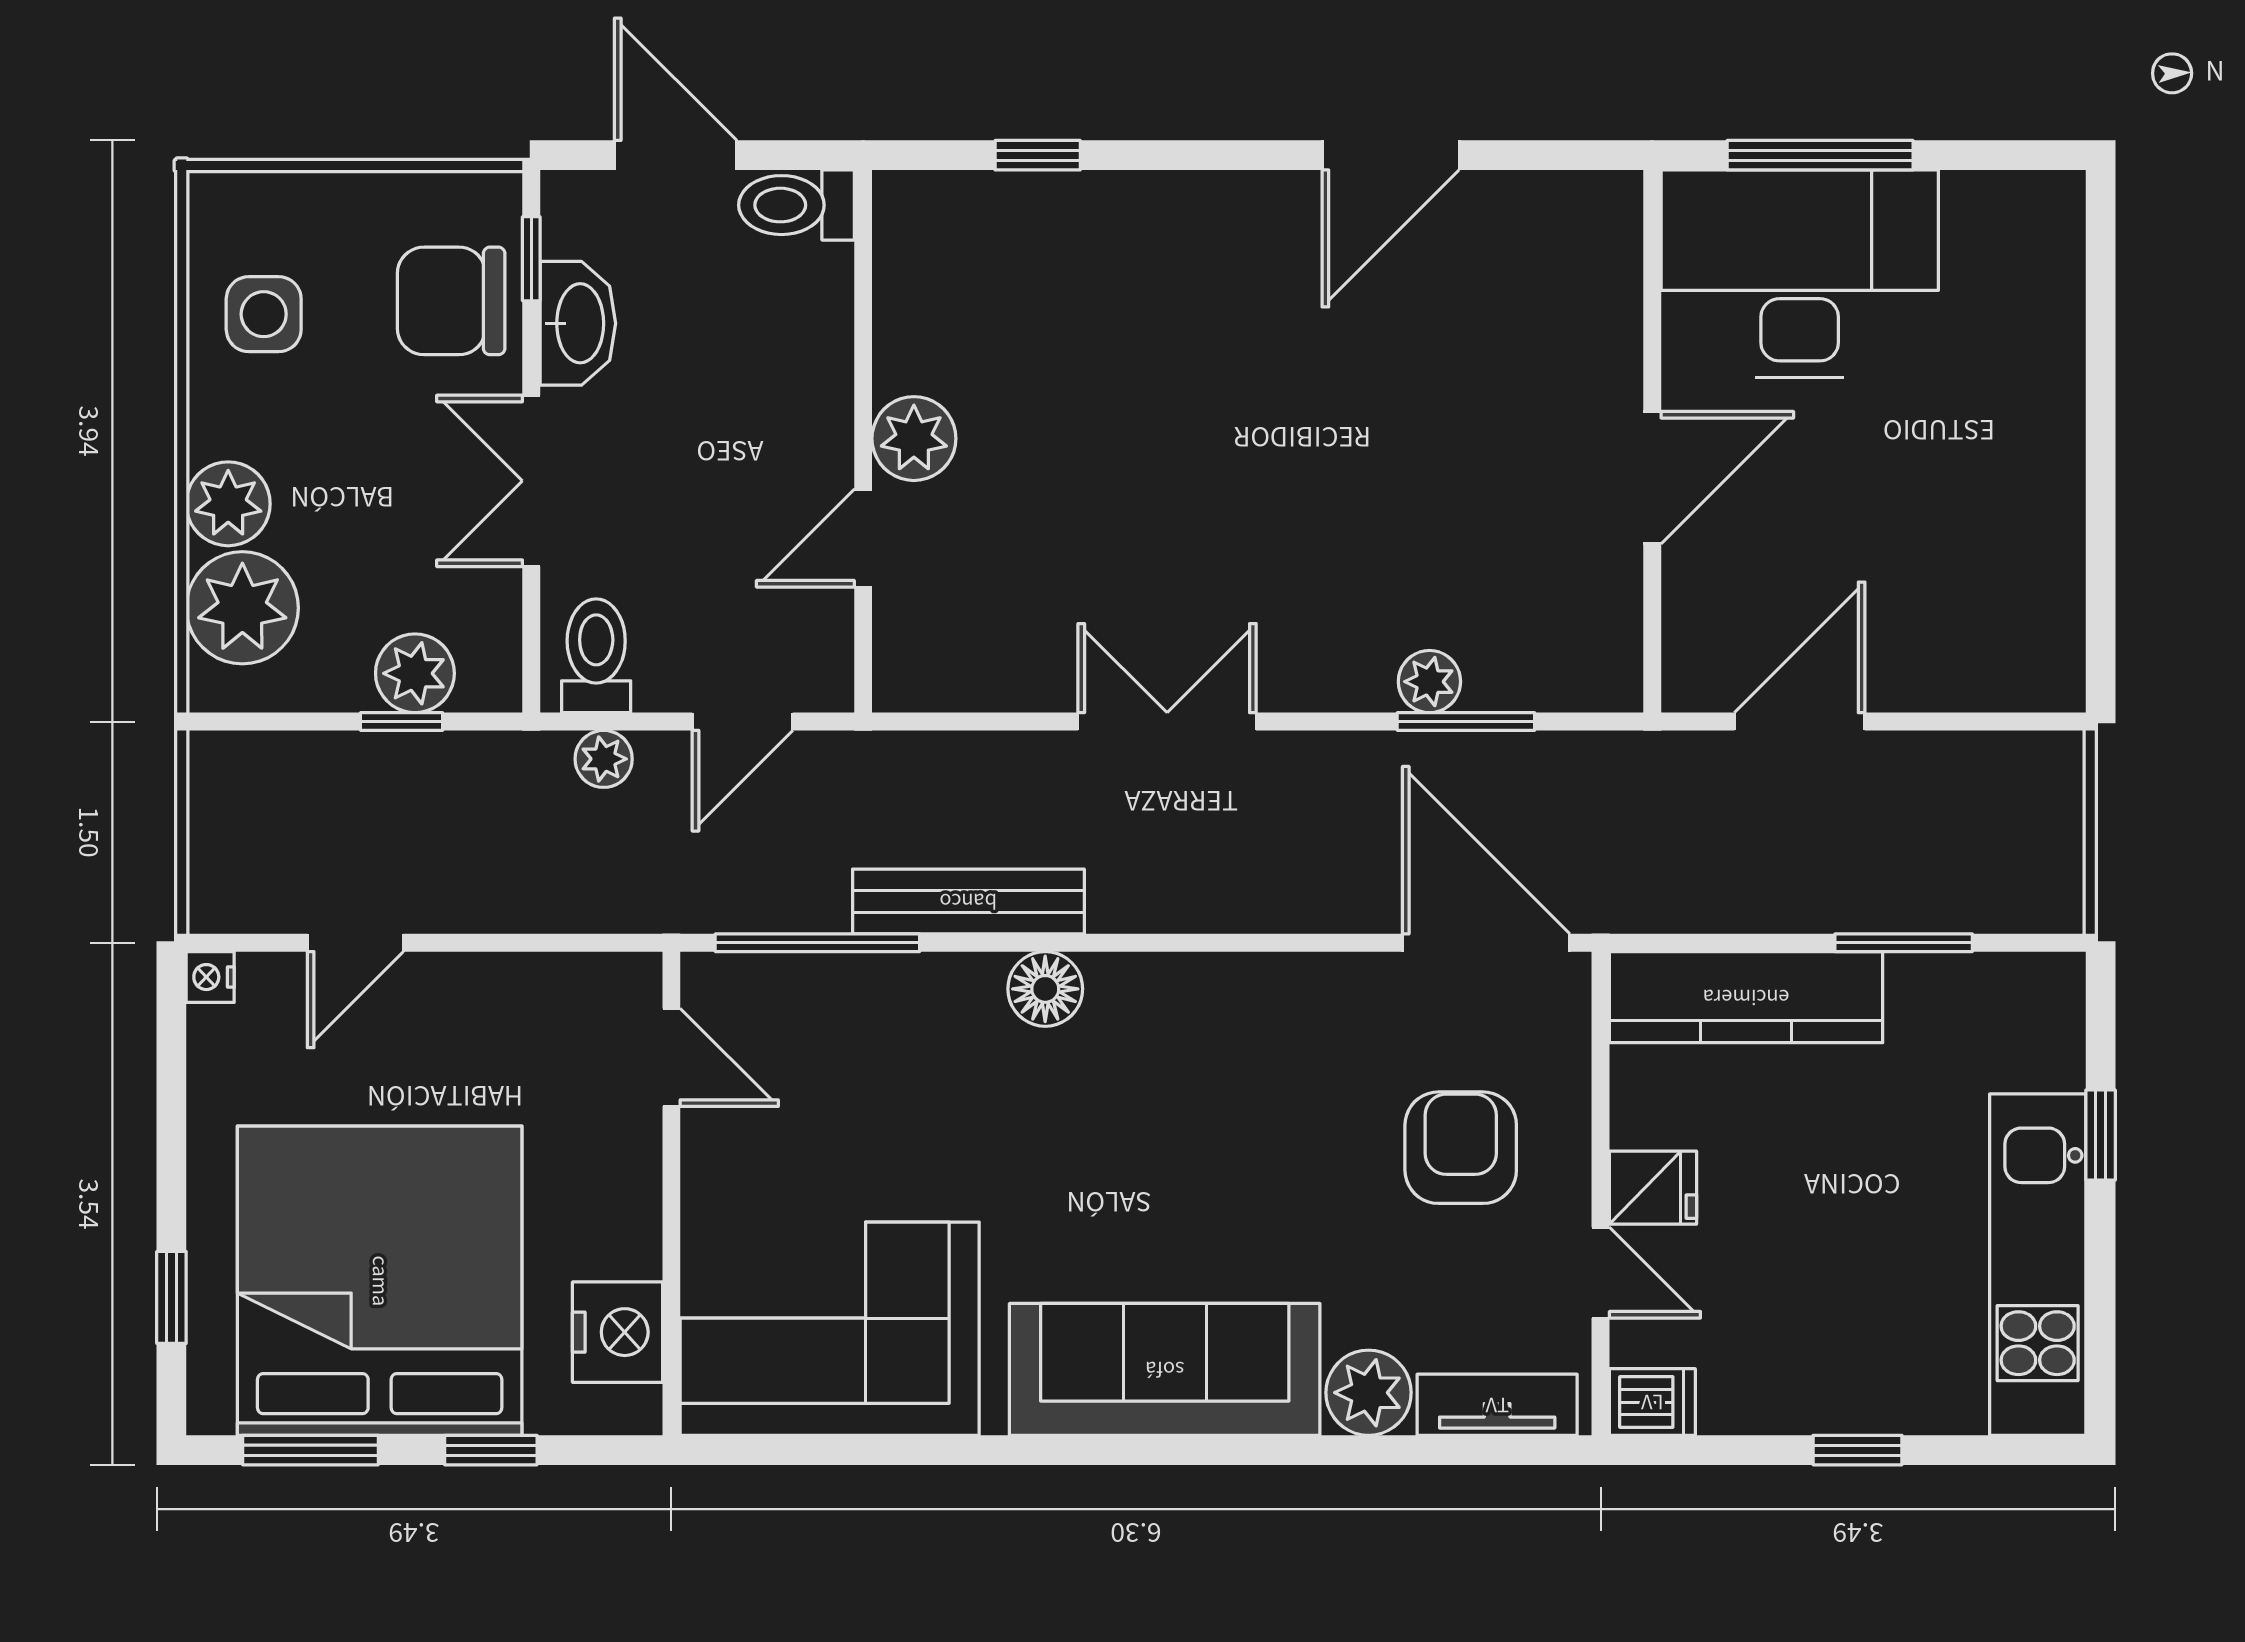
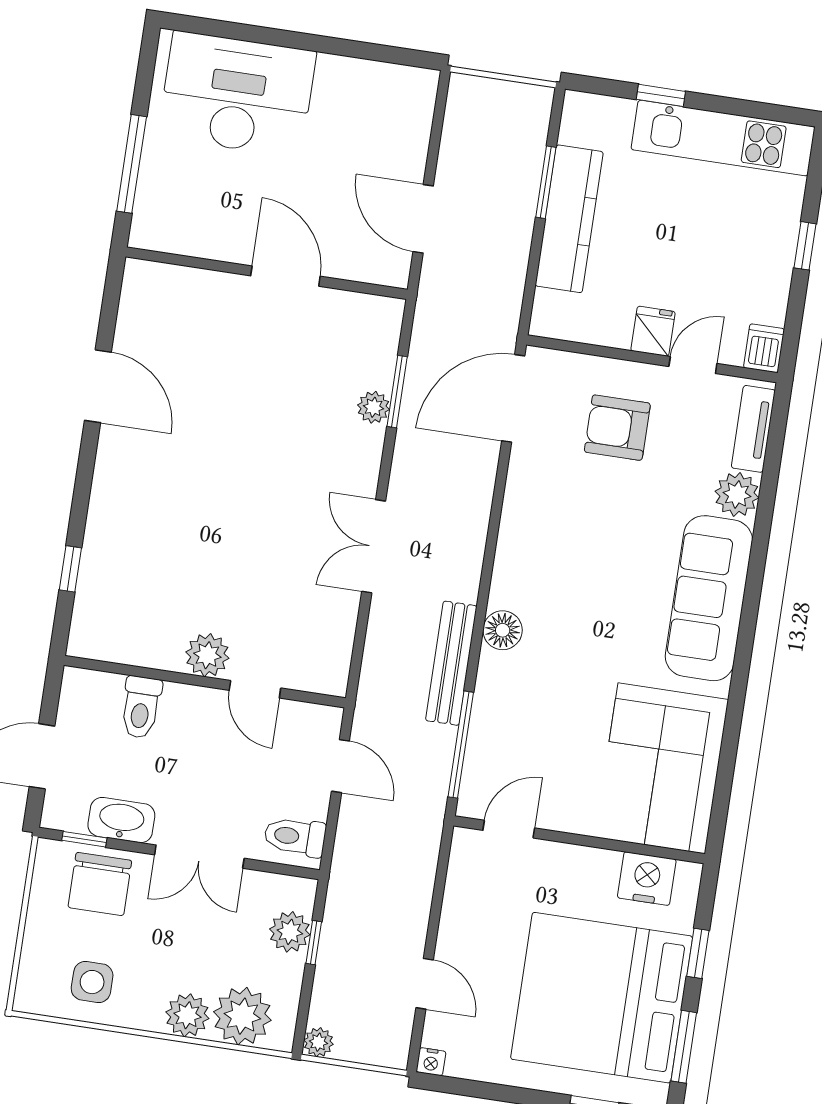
toilet: (796, 205) -> (141, 707), moved
desk: (1800, 274) -> (237, 94), moved, turned 90
plant: (604, 759) -> (318, 1042), moved
kitchen counter: (1746, 997) -> (569, 219), moved

